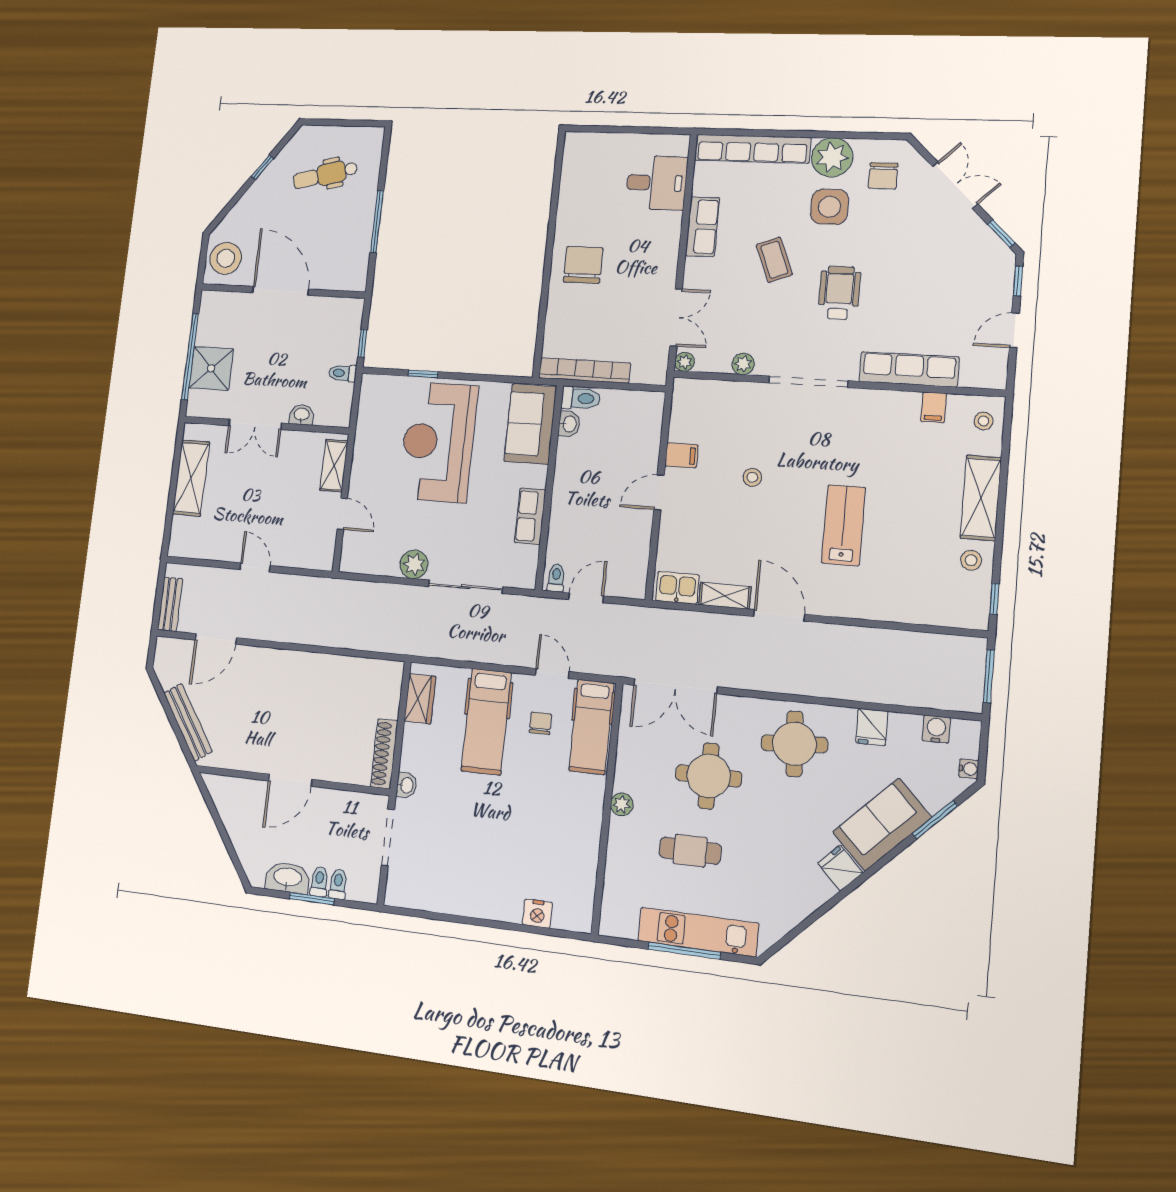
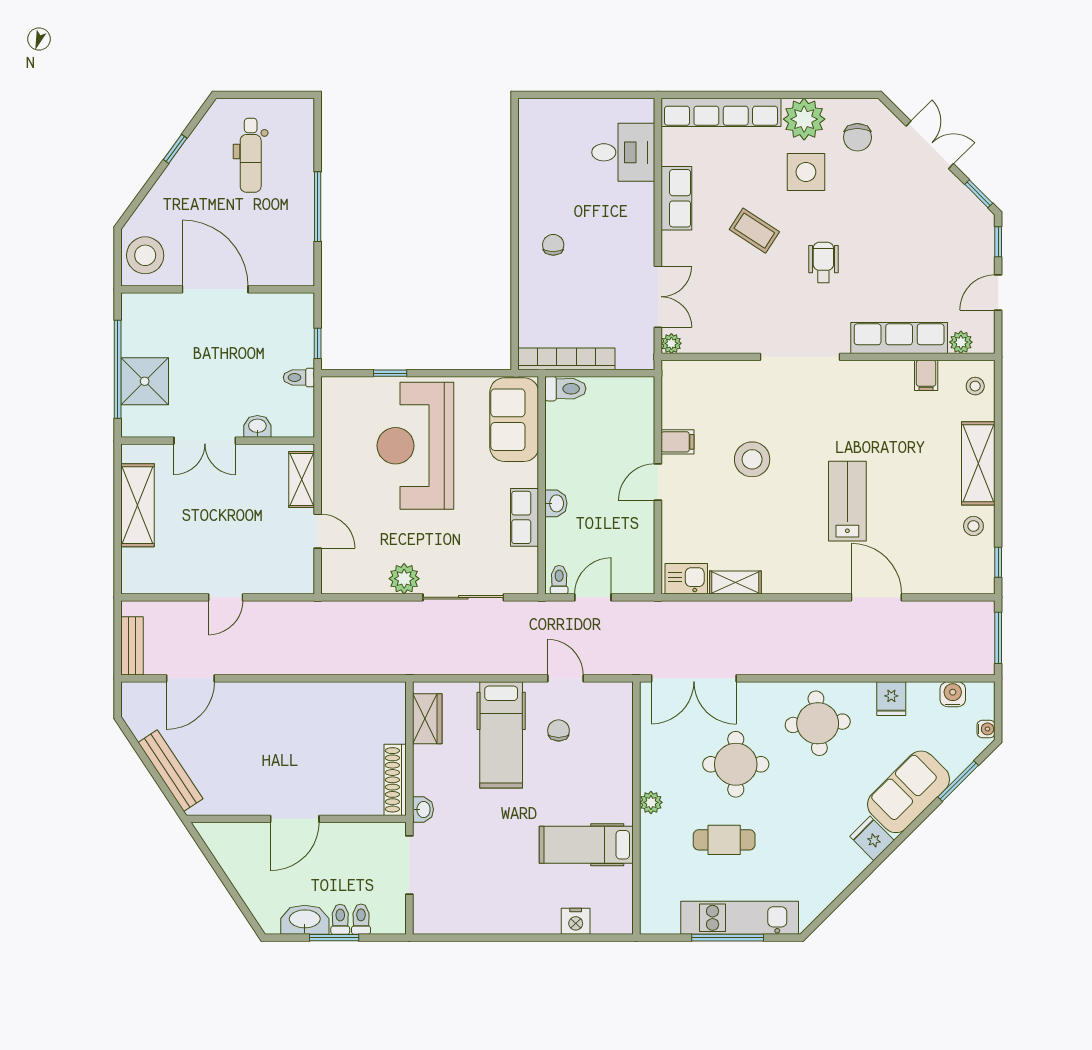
dental chair: (325, 175) -> (251, 155), turned -75
coffee table: (774, 260) -> (754, 231), turned -35
chair: (583, 265) -> (553, 245), width x0.54, depth x0.54
wheelchair: (839, 293) -> (823, 262), width x0.73, depth x0.73
plant: (743, 364) -> (961, 342), moved
washbasin: (569, 424) -> (556, 503), moved
stool: (752, 477) -> (752, 459), width x1.89, depth x1.89
door: (255, 568) -> (226, 597), swing flipped
door: (779, 615) -> (876, 597), moved
hospital bed: (591, 727) -> (586, 845), moved, turned 90

